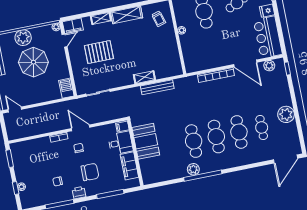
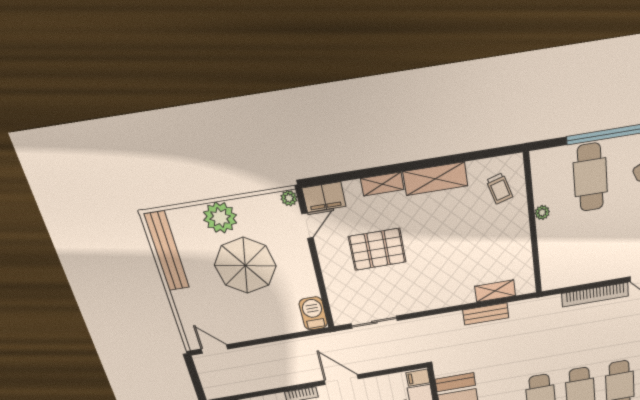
shelving: (144, 77) -> (495, 291), moved
bench: (157, 87) -> (486, 314), width x0.73

